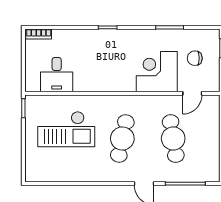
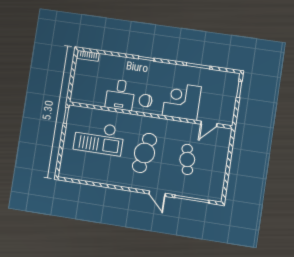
chair: (195, 58) -> (145, 101), moved
desk: (57, 75) -> (120, 95), moved
cafe table: (173, 139) -> (187, 159), width x0.73, depth x0.74

